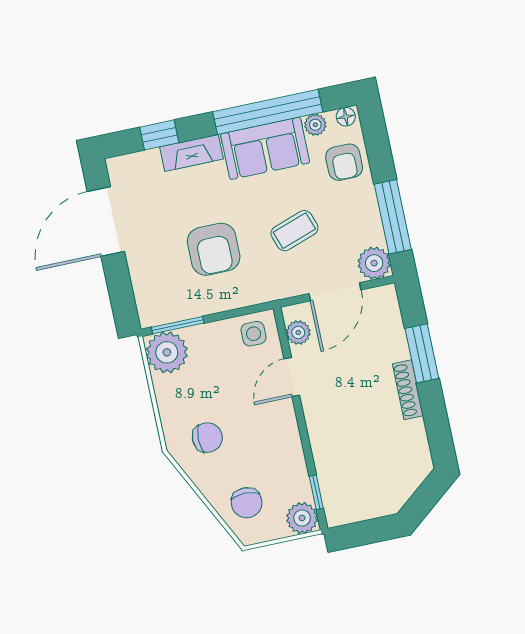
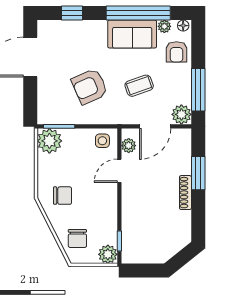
fireplace: (191, 153) -> (89, 28), removed
armchair: (214, 249) -> (90, 86), turned 66

